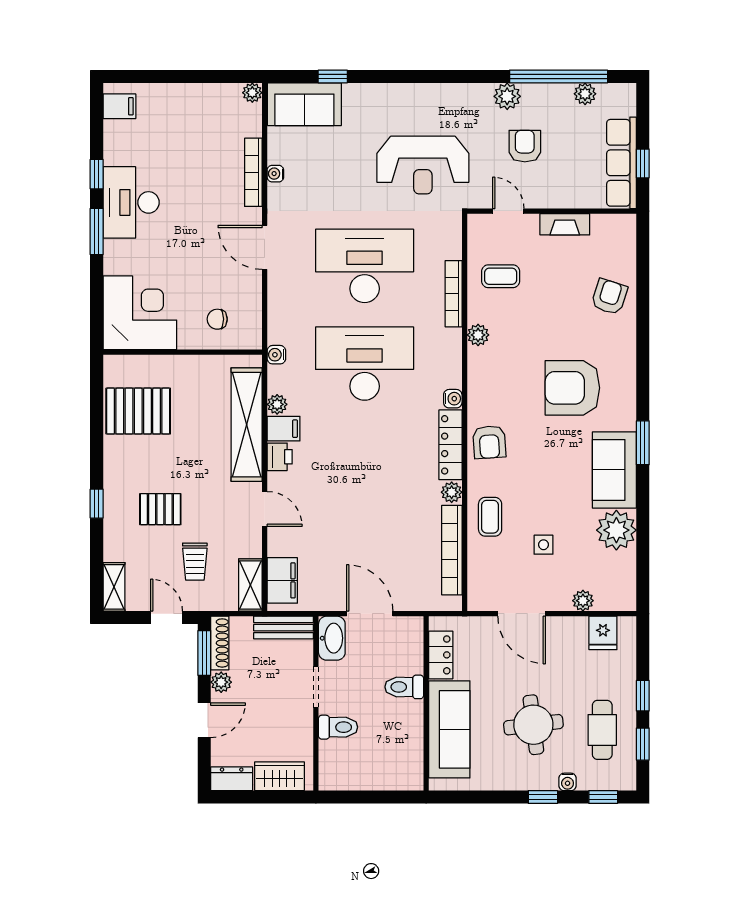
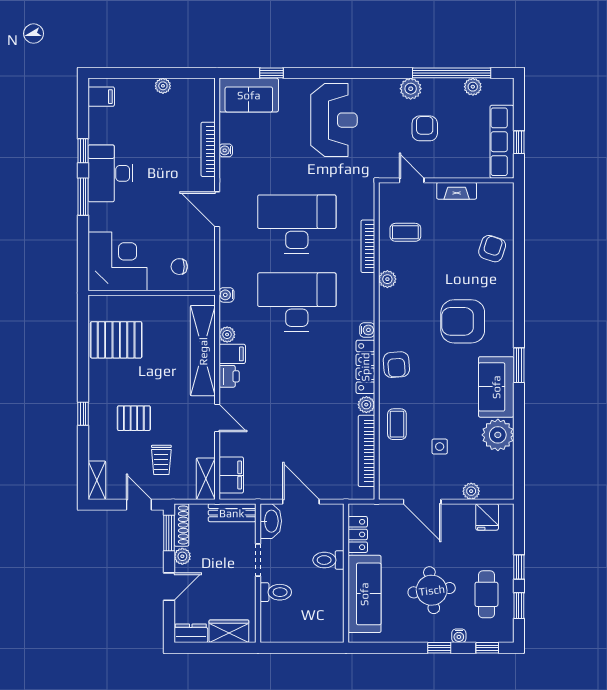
plant: (252, 93) -> (163, 86), moved
reception desk: (423, 165) -> (334, 120), moved, turned -90

